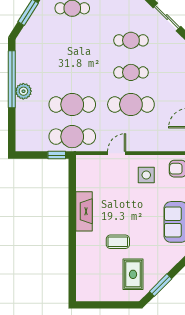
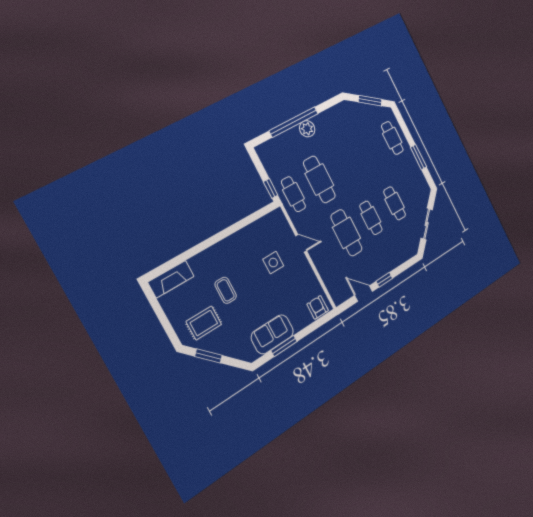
window: (12, 79) -> (294, 122), moved
cafe table: (72, 137) -> (293, 194), width x0.73, depth x0.74
side table: (146, 175) -> (273, 263), moved
fireplace: (84, 211) -> (171, 279), moved

